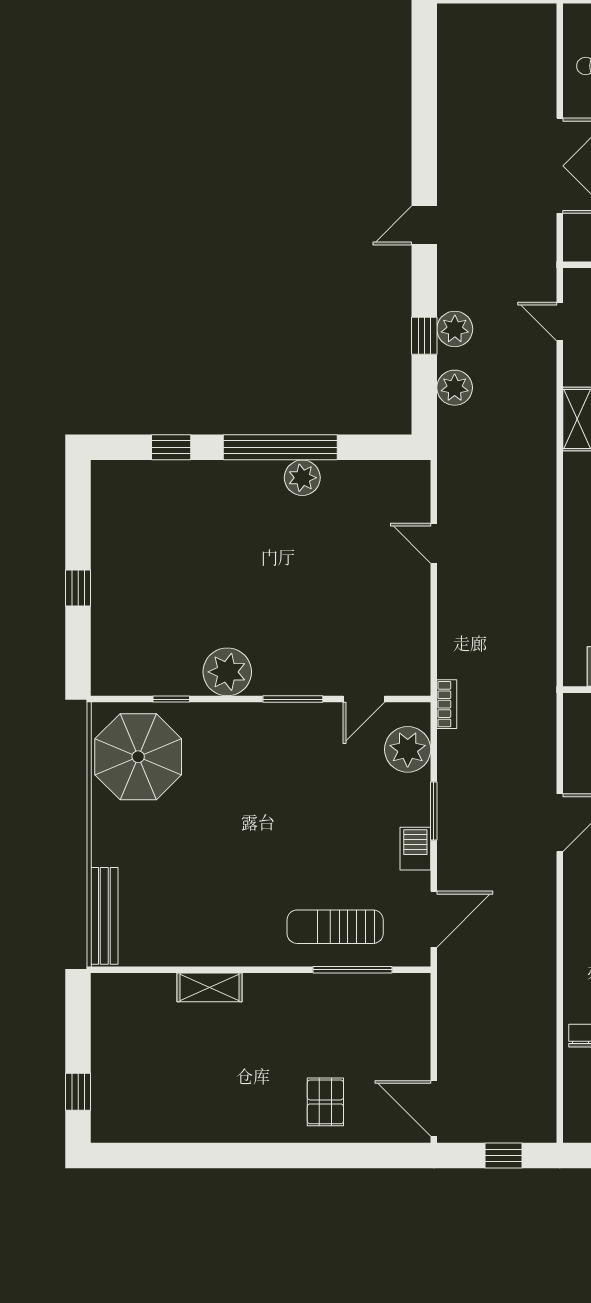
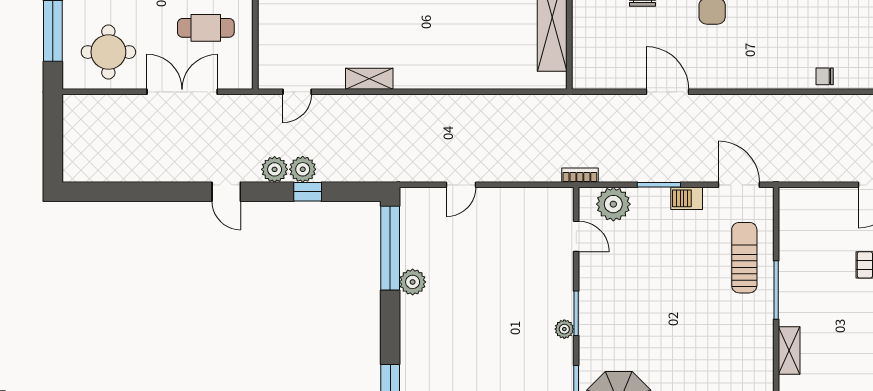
plant: (455, 388) -> (275, 169), moved
window: (280, 447) -> (390, 248), moved
plant: (227, 672) -> (564, 329), width x0.53, depth x0.53
window: (293, 699) -> (576, 313), moved
sun lounger: (335, 927) -> (744, 258), turned 180
window: (352, 970) -> (776, 290), moved

